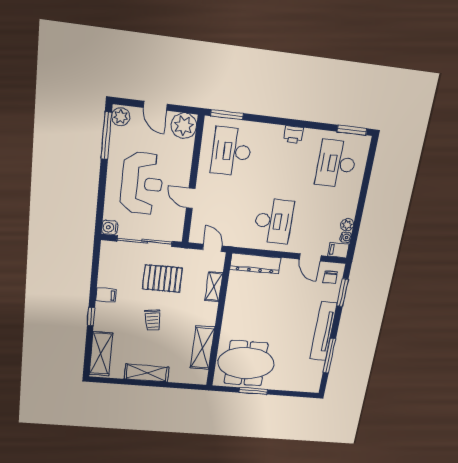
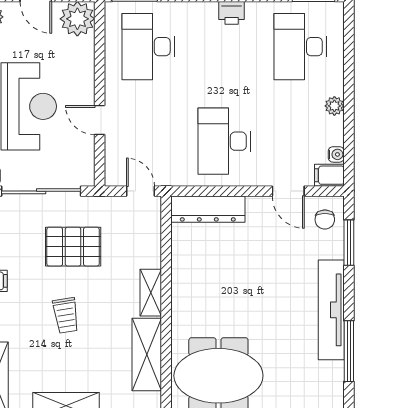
desk: (274, 221) -> (224, 141), turned 180
plant: (347, 225) -> (334, 106), moved
shelving: (214, 287) -> (151, 293), moved

